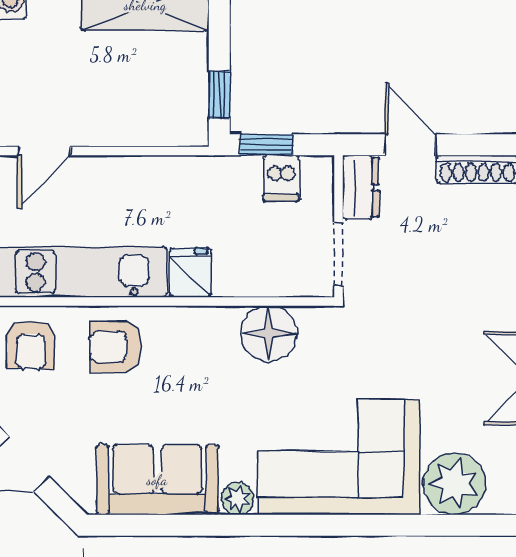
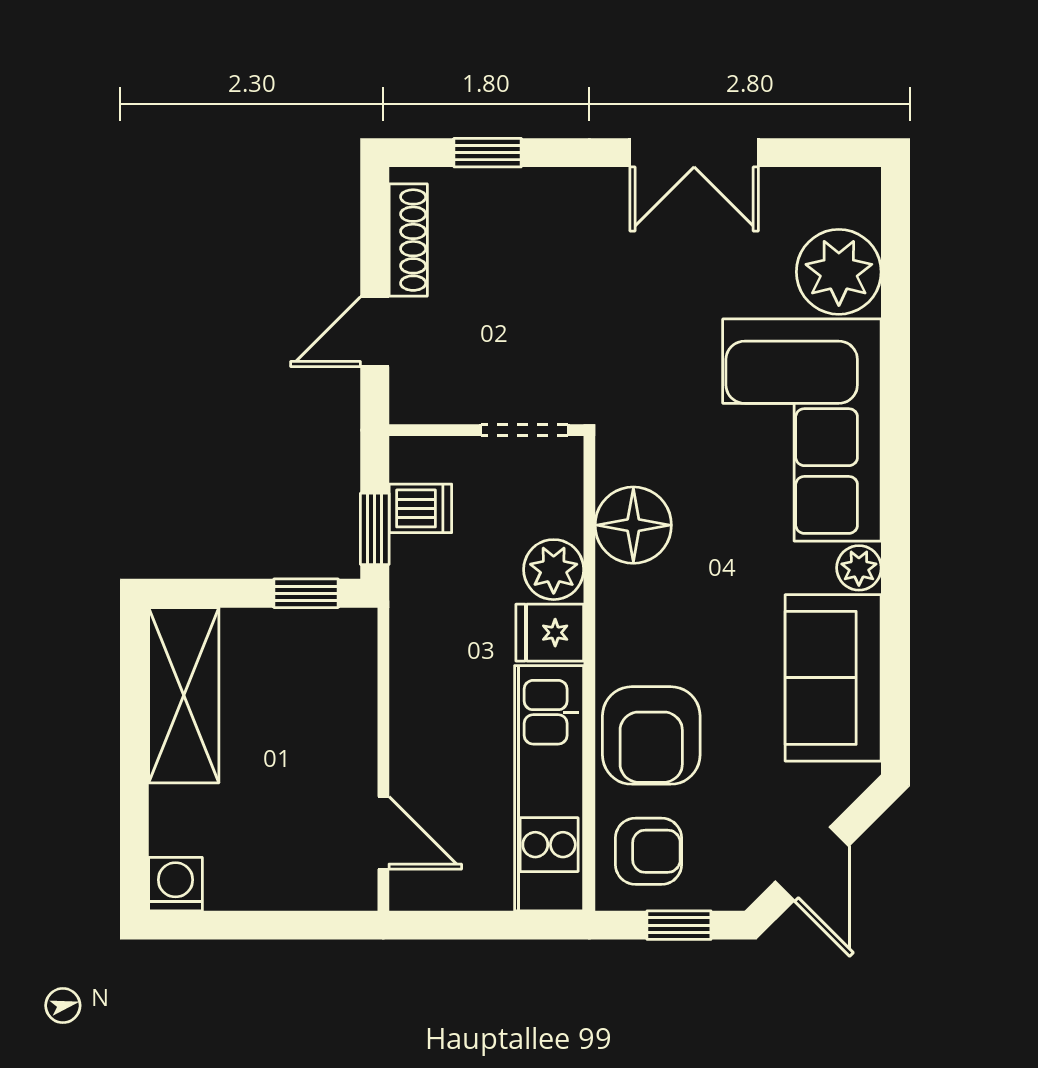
dresser: (361, 187) -> (433, 400), removed
plant: (237, 275) -> (554, 570), added
armchair: (115, 347) -> (651, 735), width x1.38, depth x1.38

